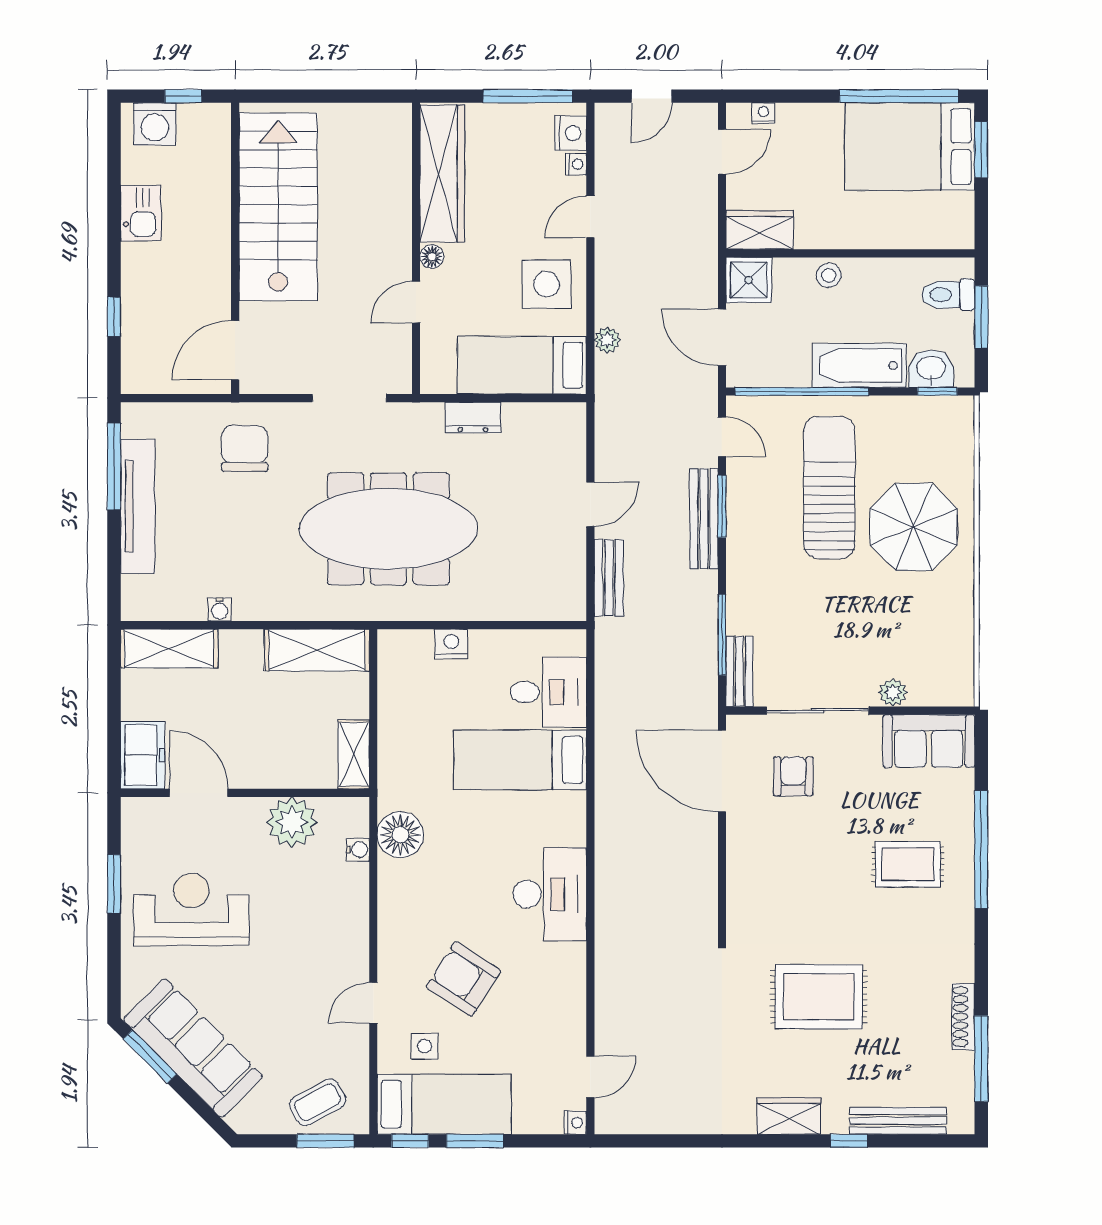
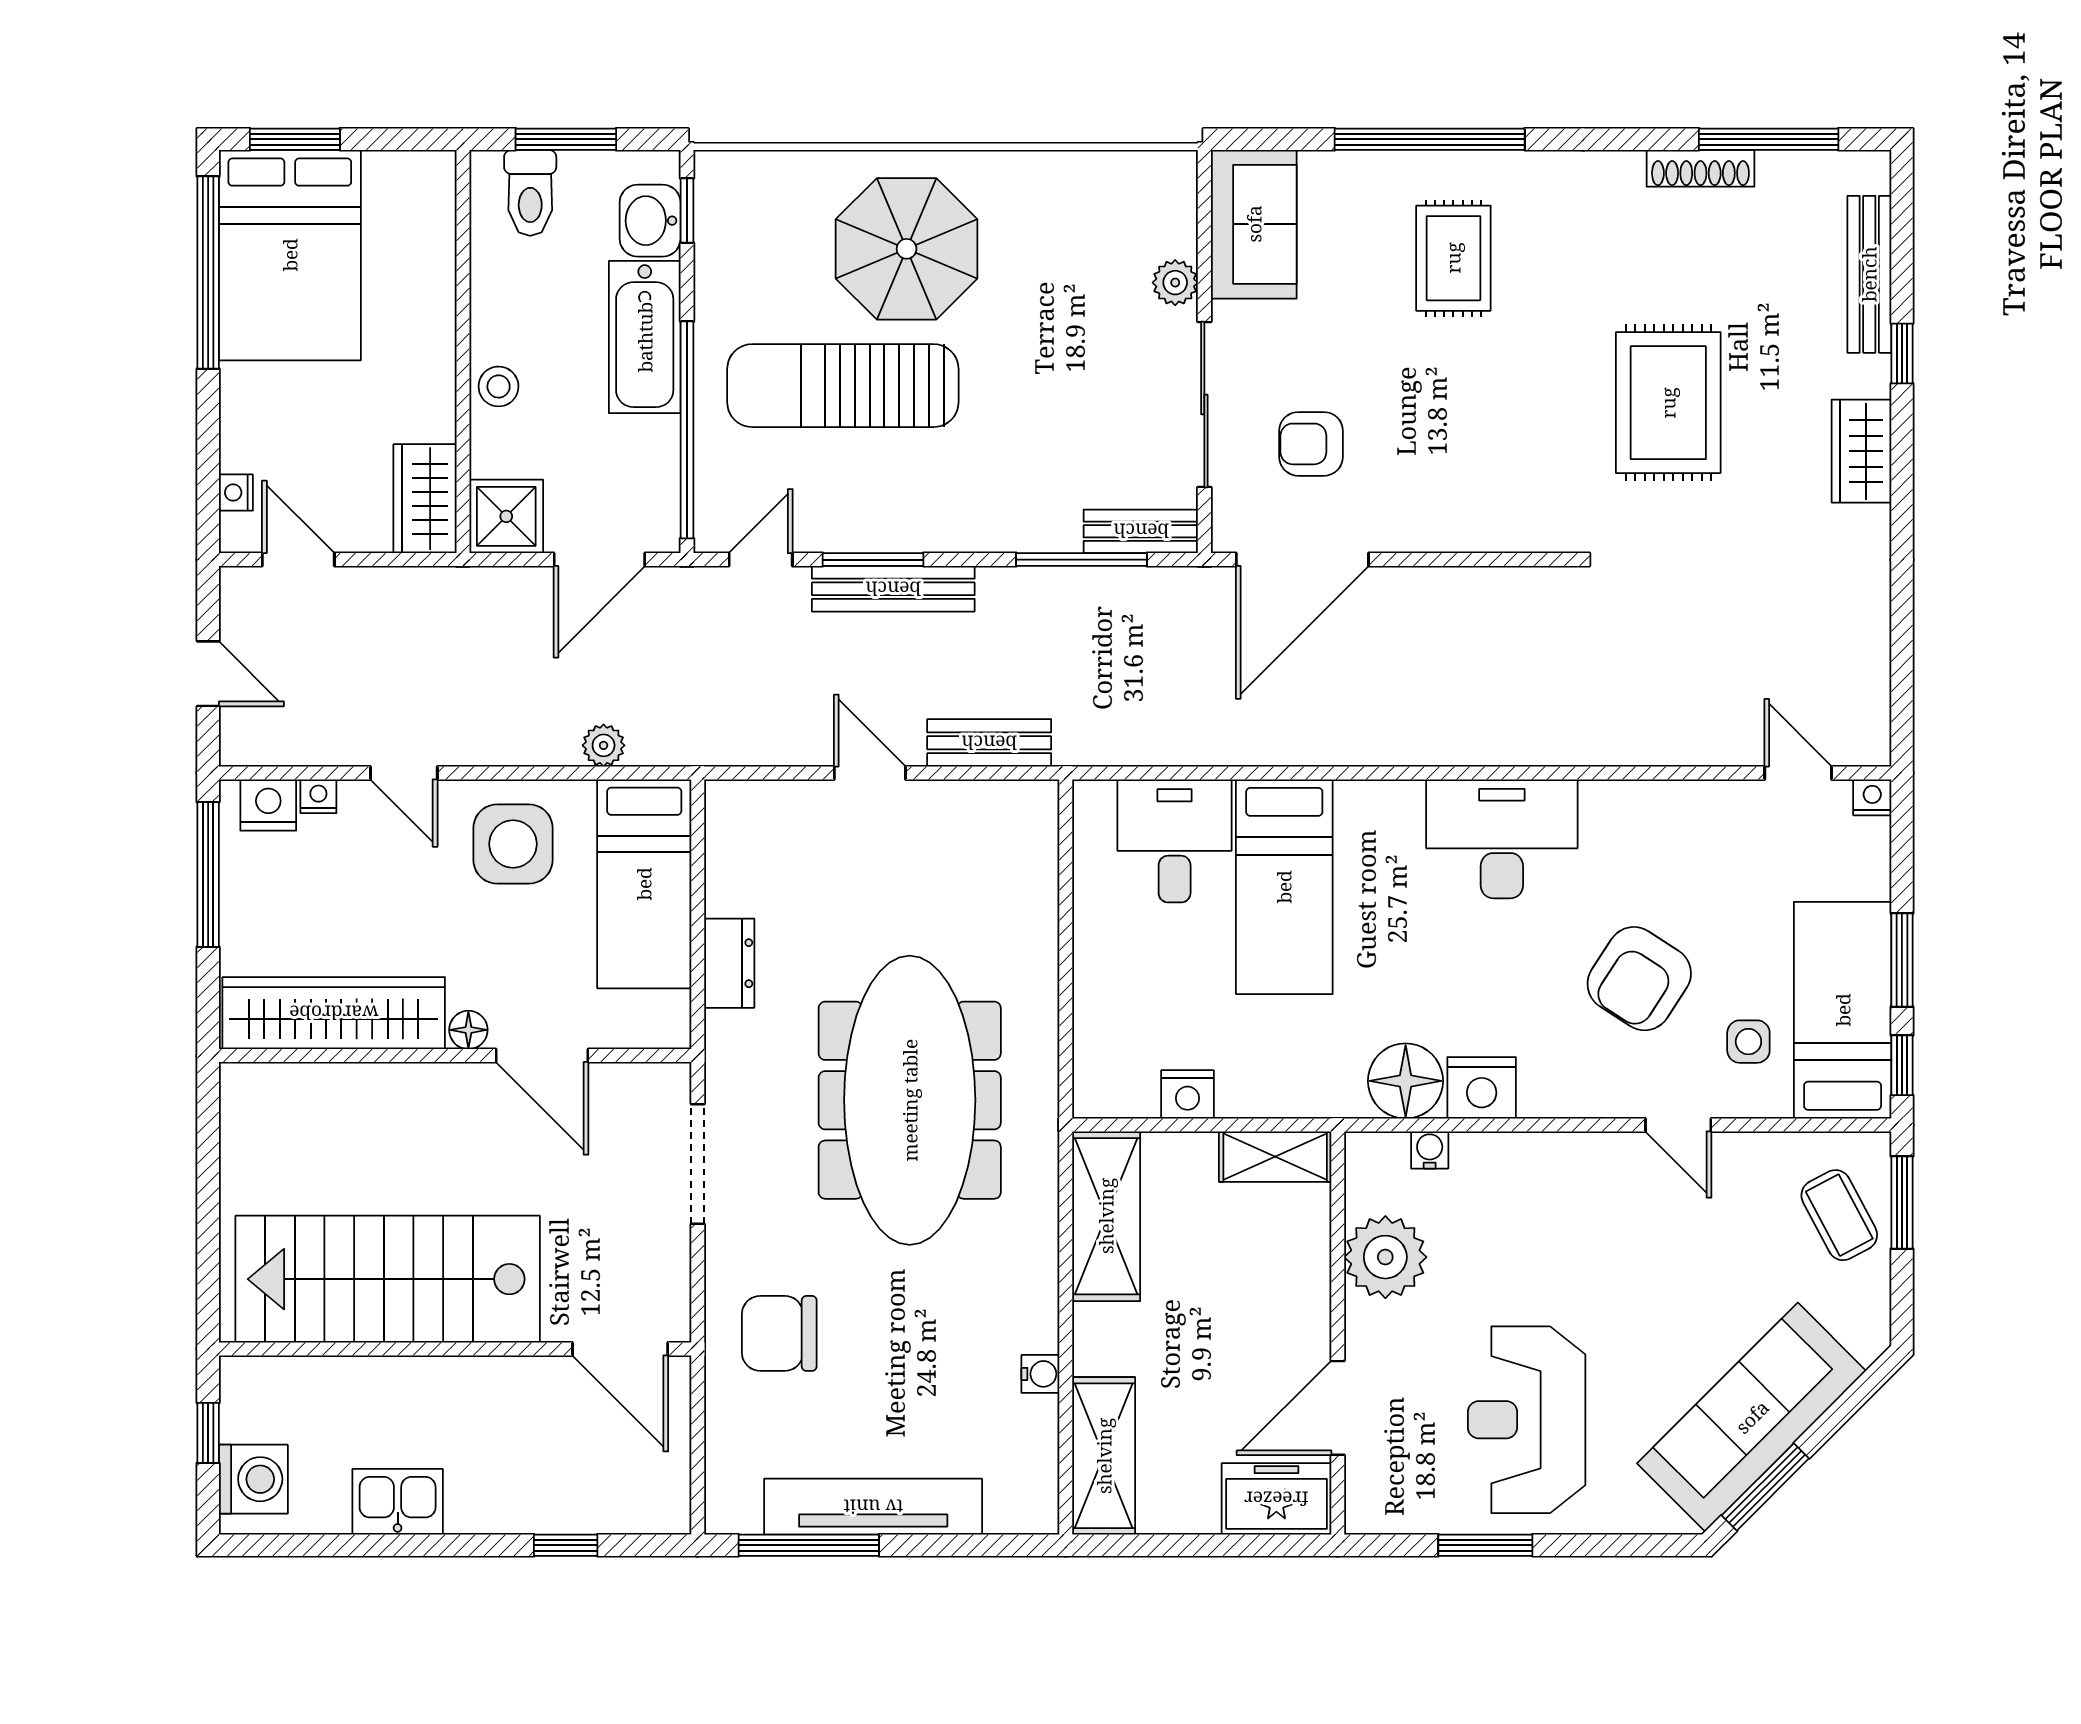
door: (416, 302) -> (542, 1056), width x1.38
nightstand: (451, 644) -> (1187, 1094), moved, turned -90
nightstand: (396, 882) -> (1482, 1088), added

